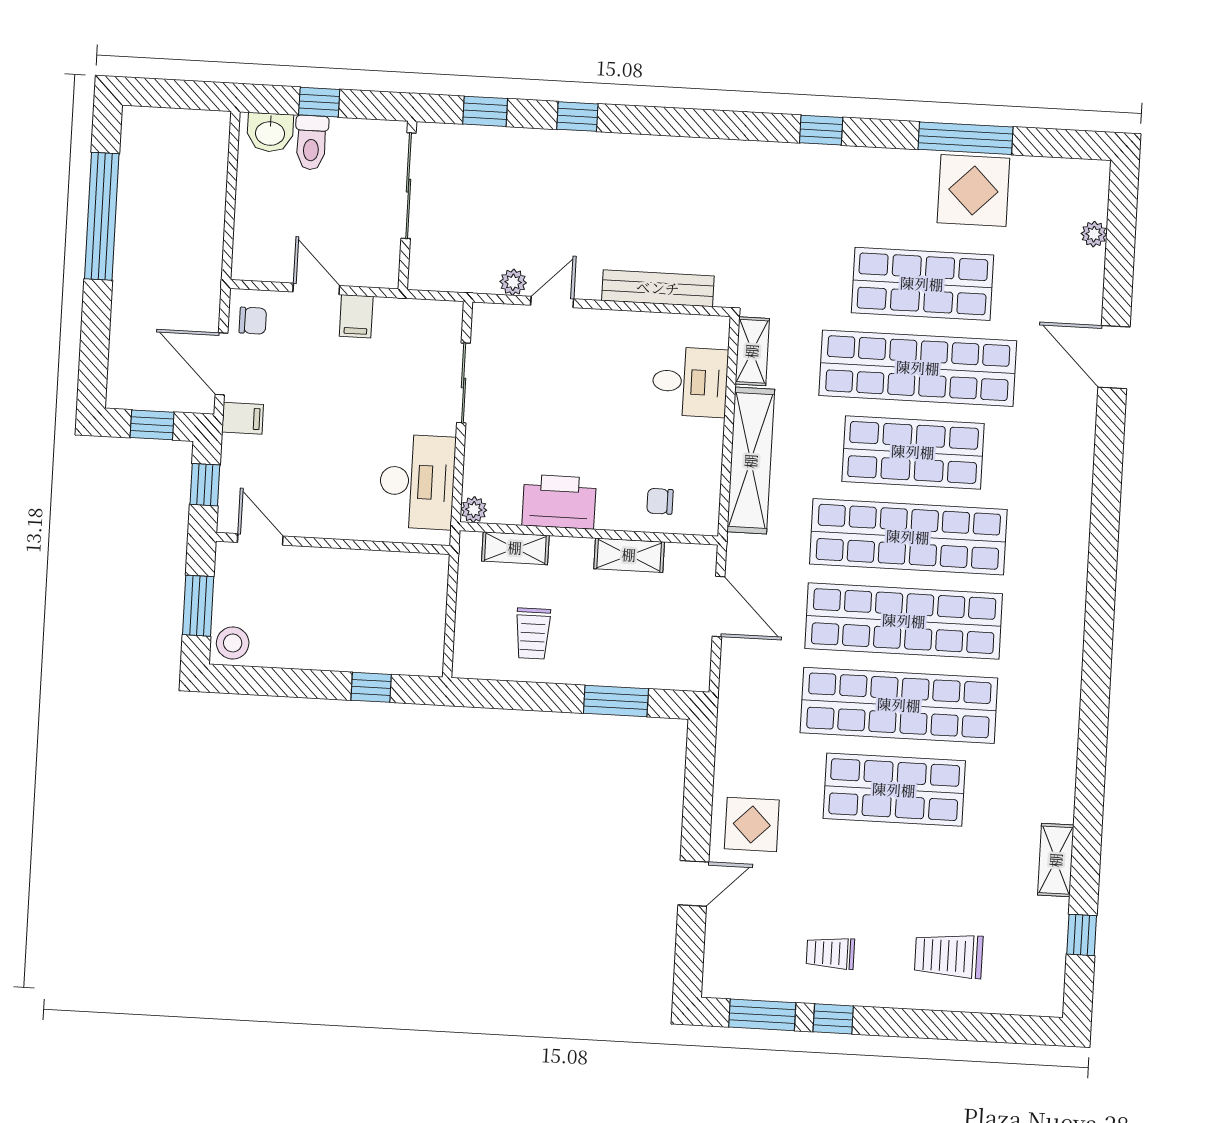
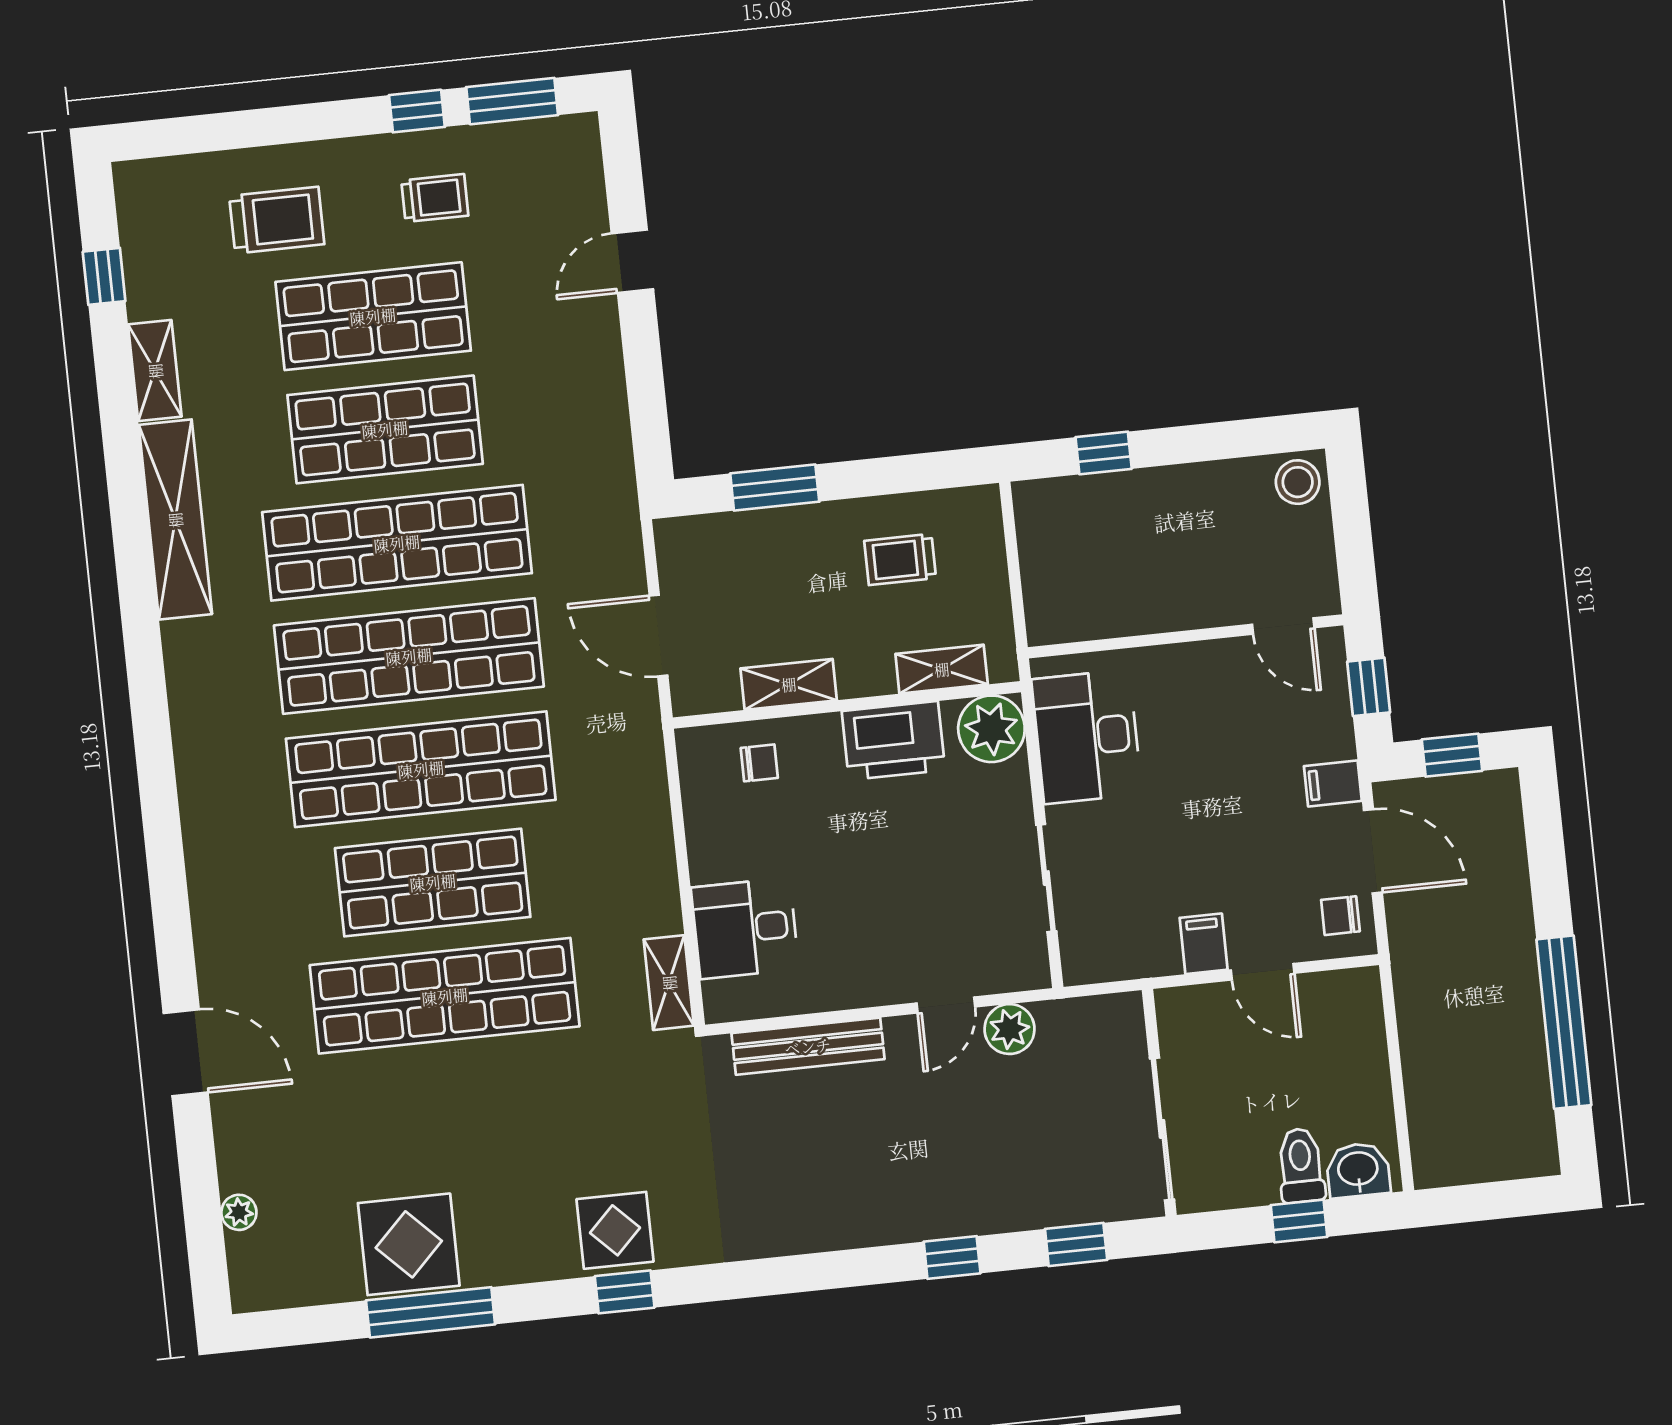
plant: (513, 282) -> (1009, 1029), width x1.38, depth x1.38
shop shelf: (922, 284) -> (373, 316), moved
shelving: (751, 461) -> (175, 520), moved
plant: (474, 510) -> (991, 729), width x1.87, depth x1.87
window: (198, 606) -> (1352, 524), removed
trolley: (533, 633) -> (900, 559), turned -90
display table: (752, 824) -> (615, 1230), moved

